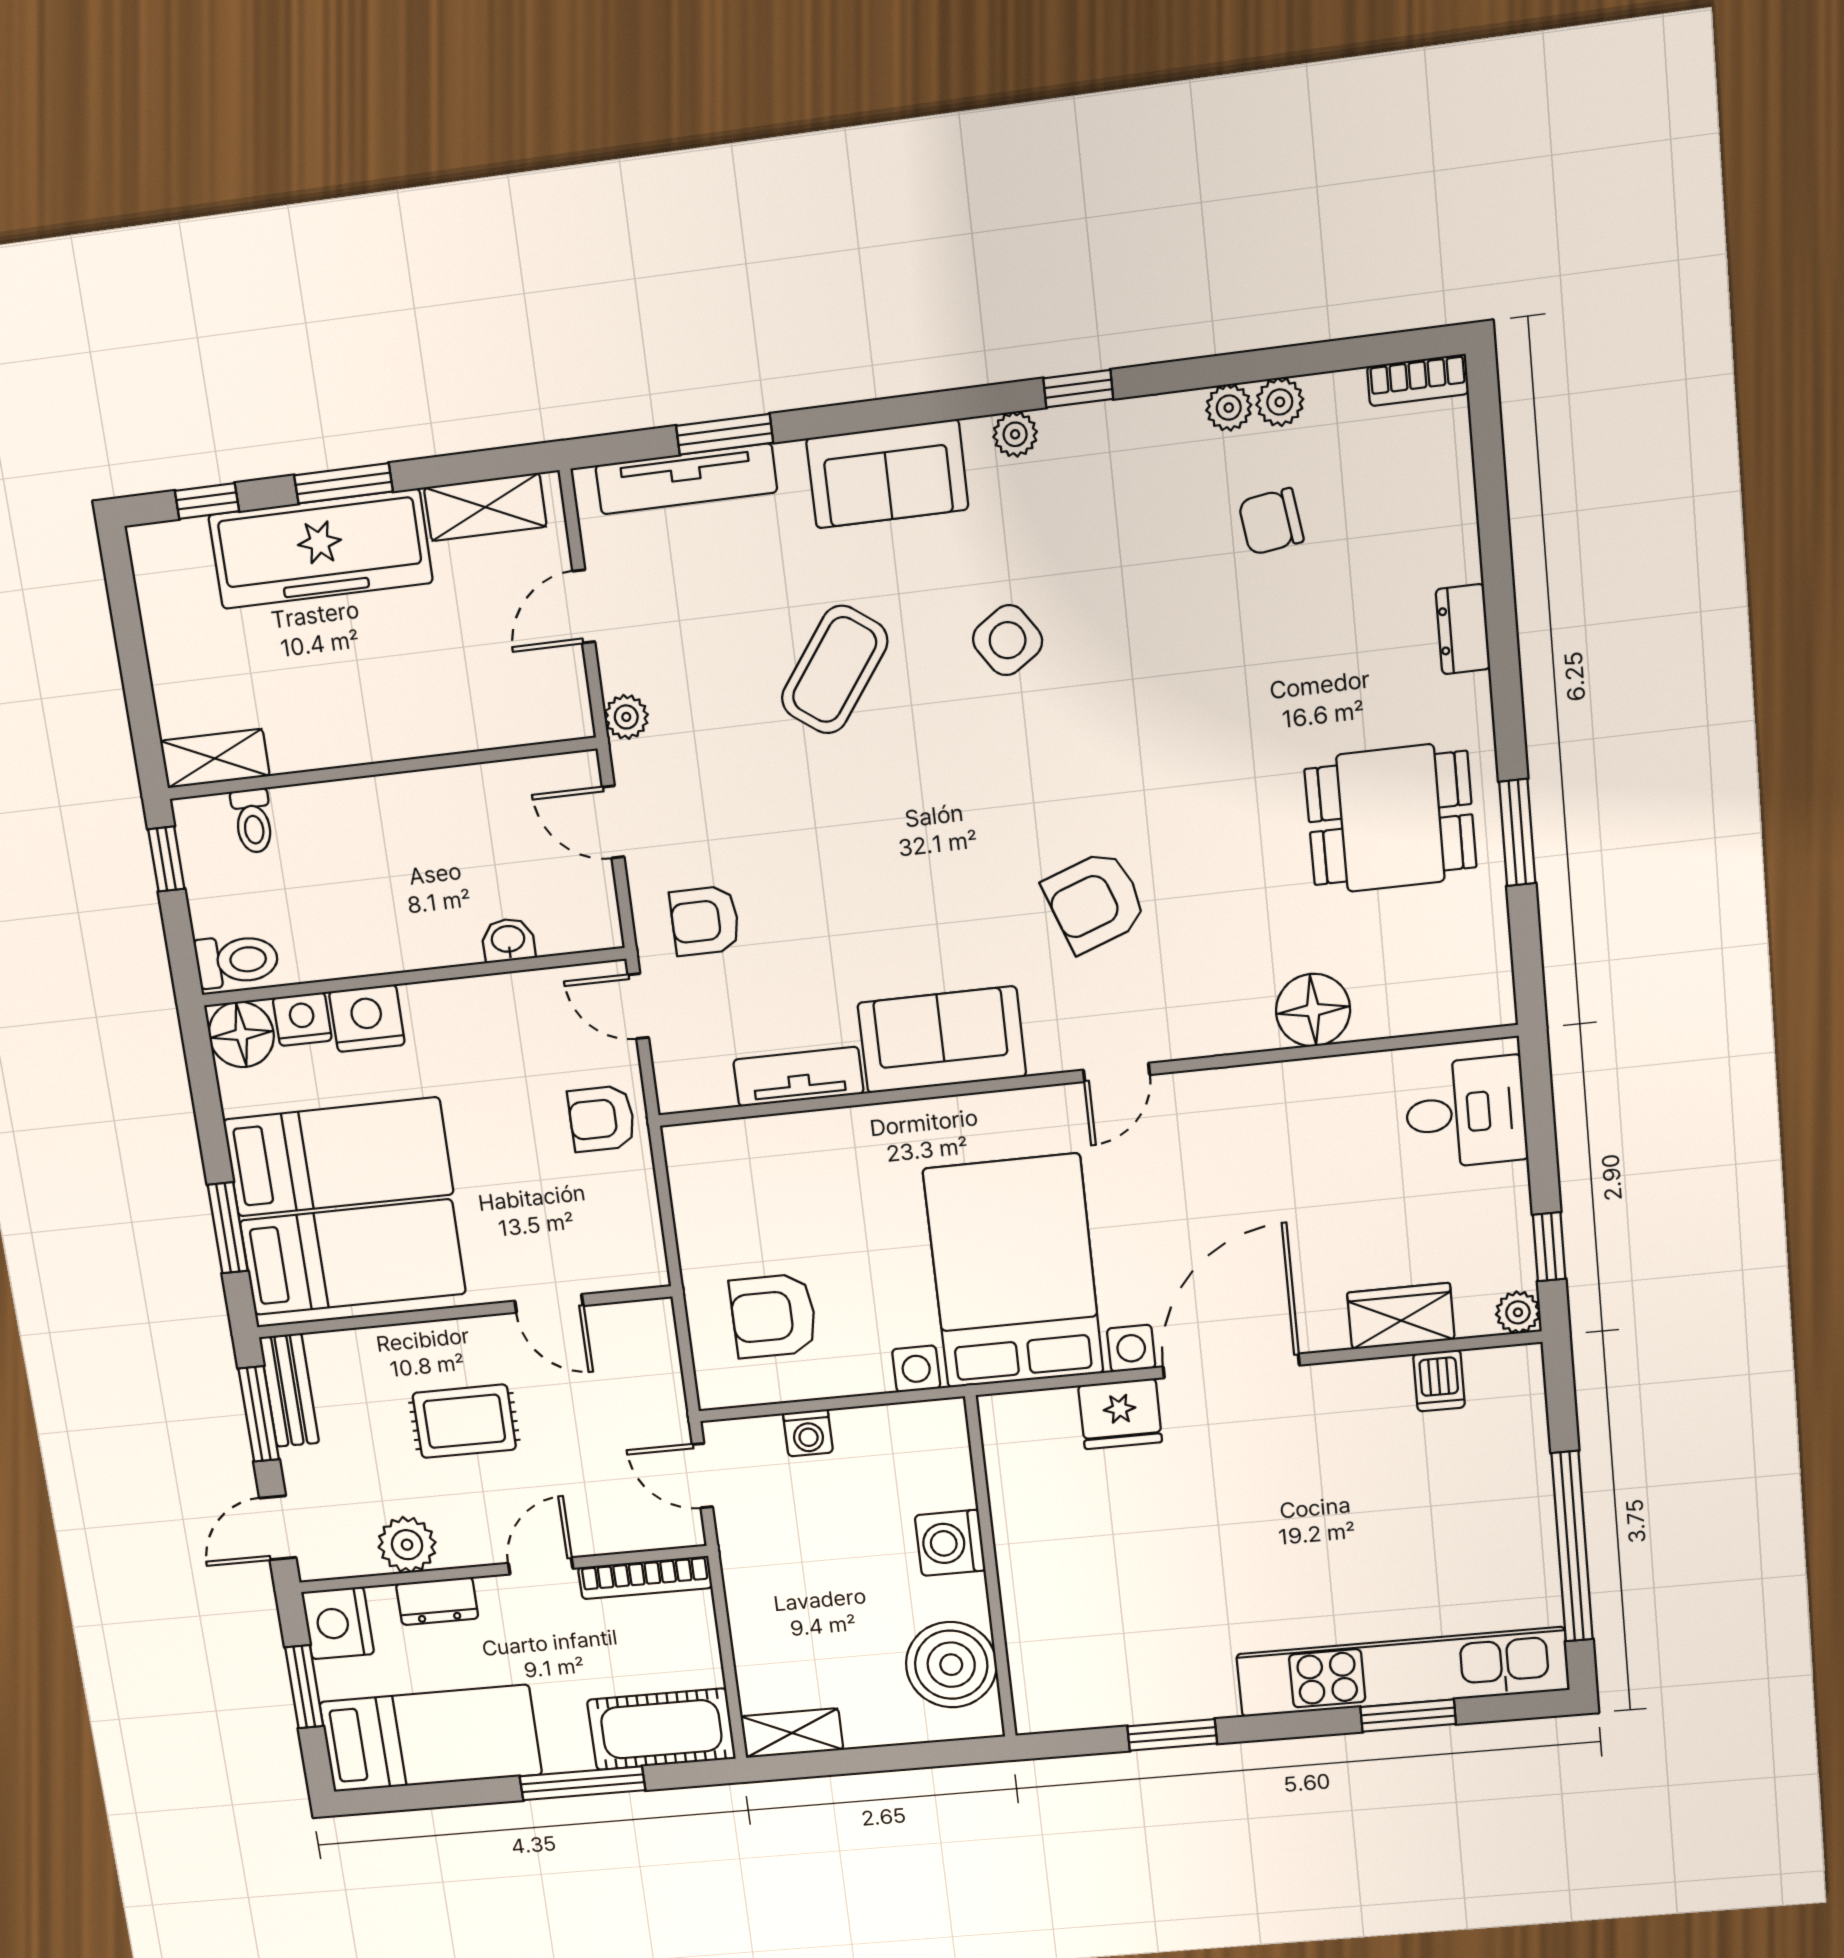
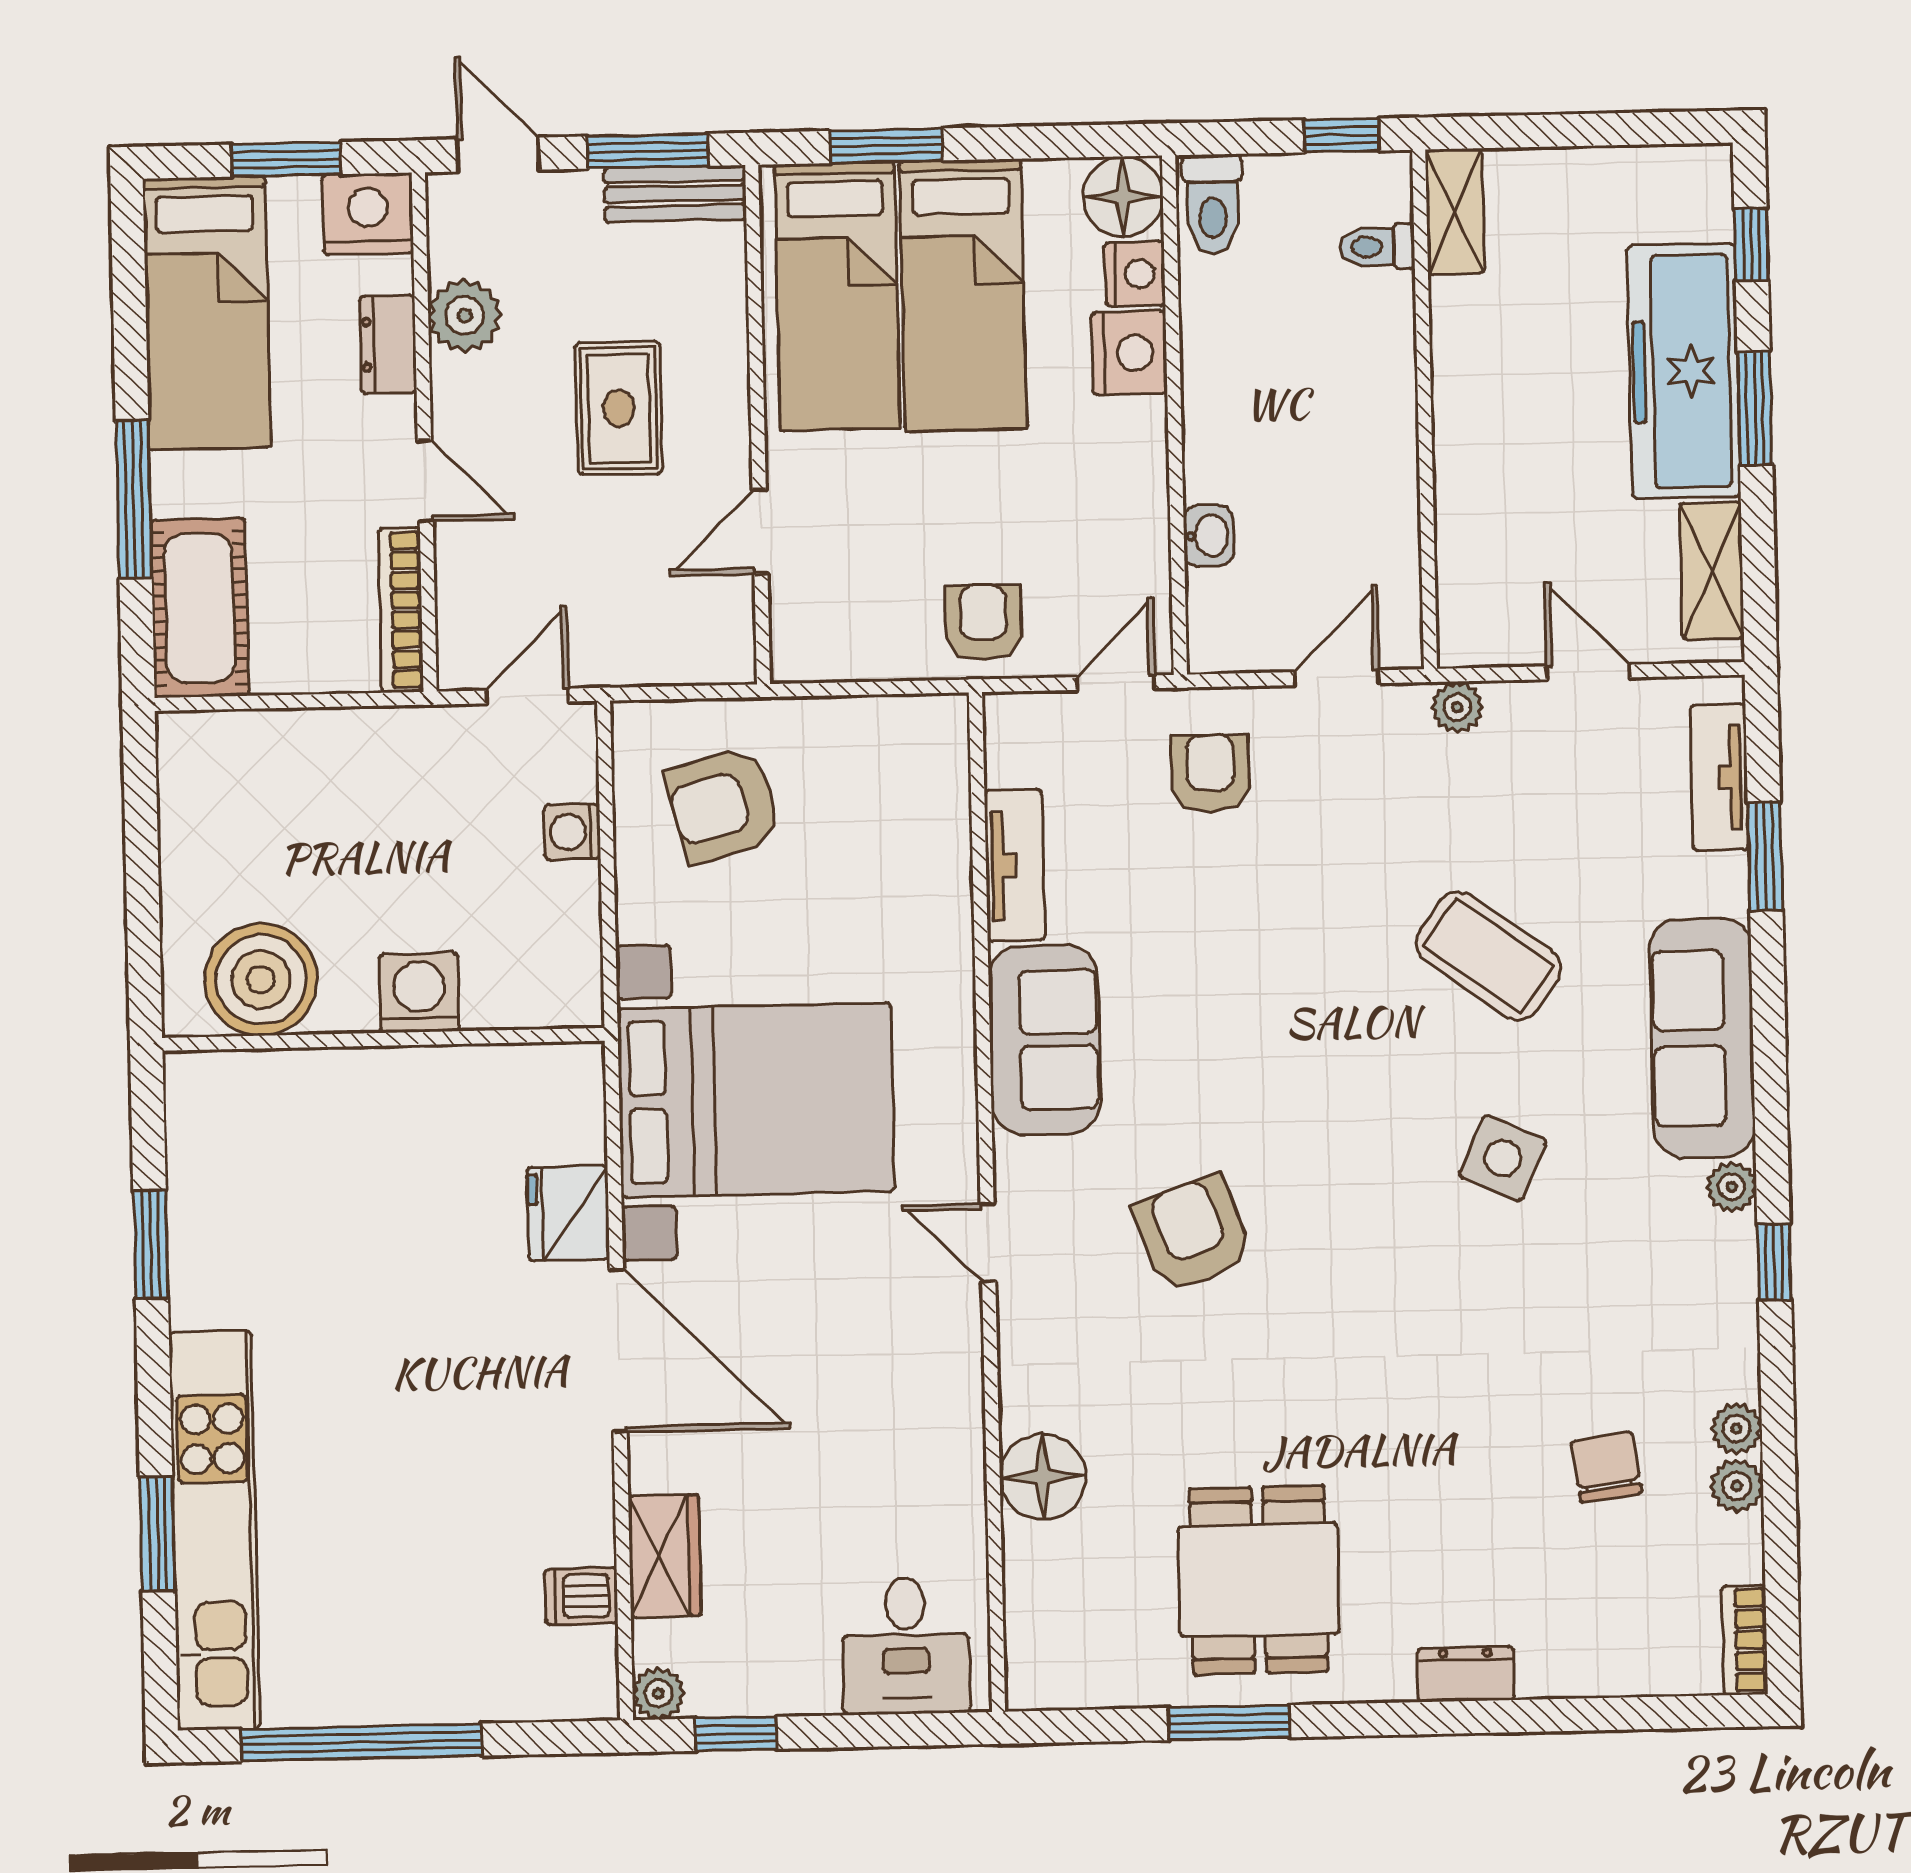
sofa: (887, 474) -> (1702, 1038), width x1.36
tv unit: (686, 479) -> (1719, 777), width x0.71
side table: (1008, 640) -> (1503, 1158), turned -32
armchair: (773, 1316) -> (723, 805), turned -105
shelving: (792, 1733) -> (184, 772), removed

